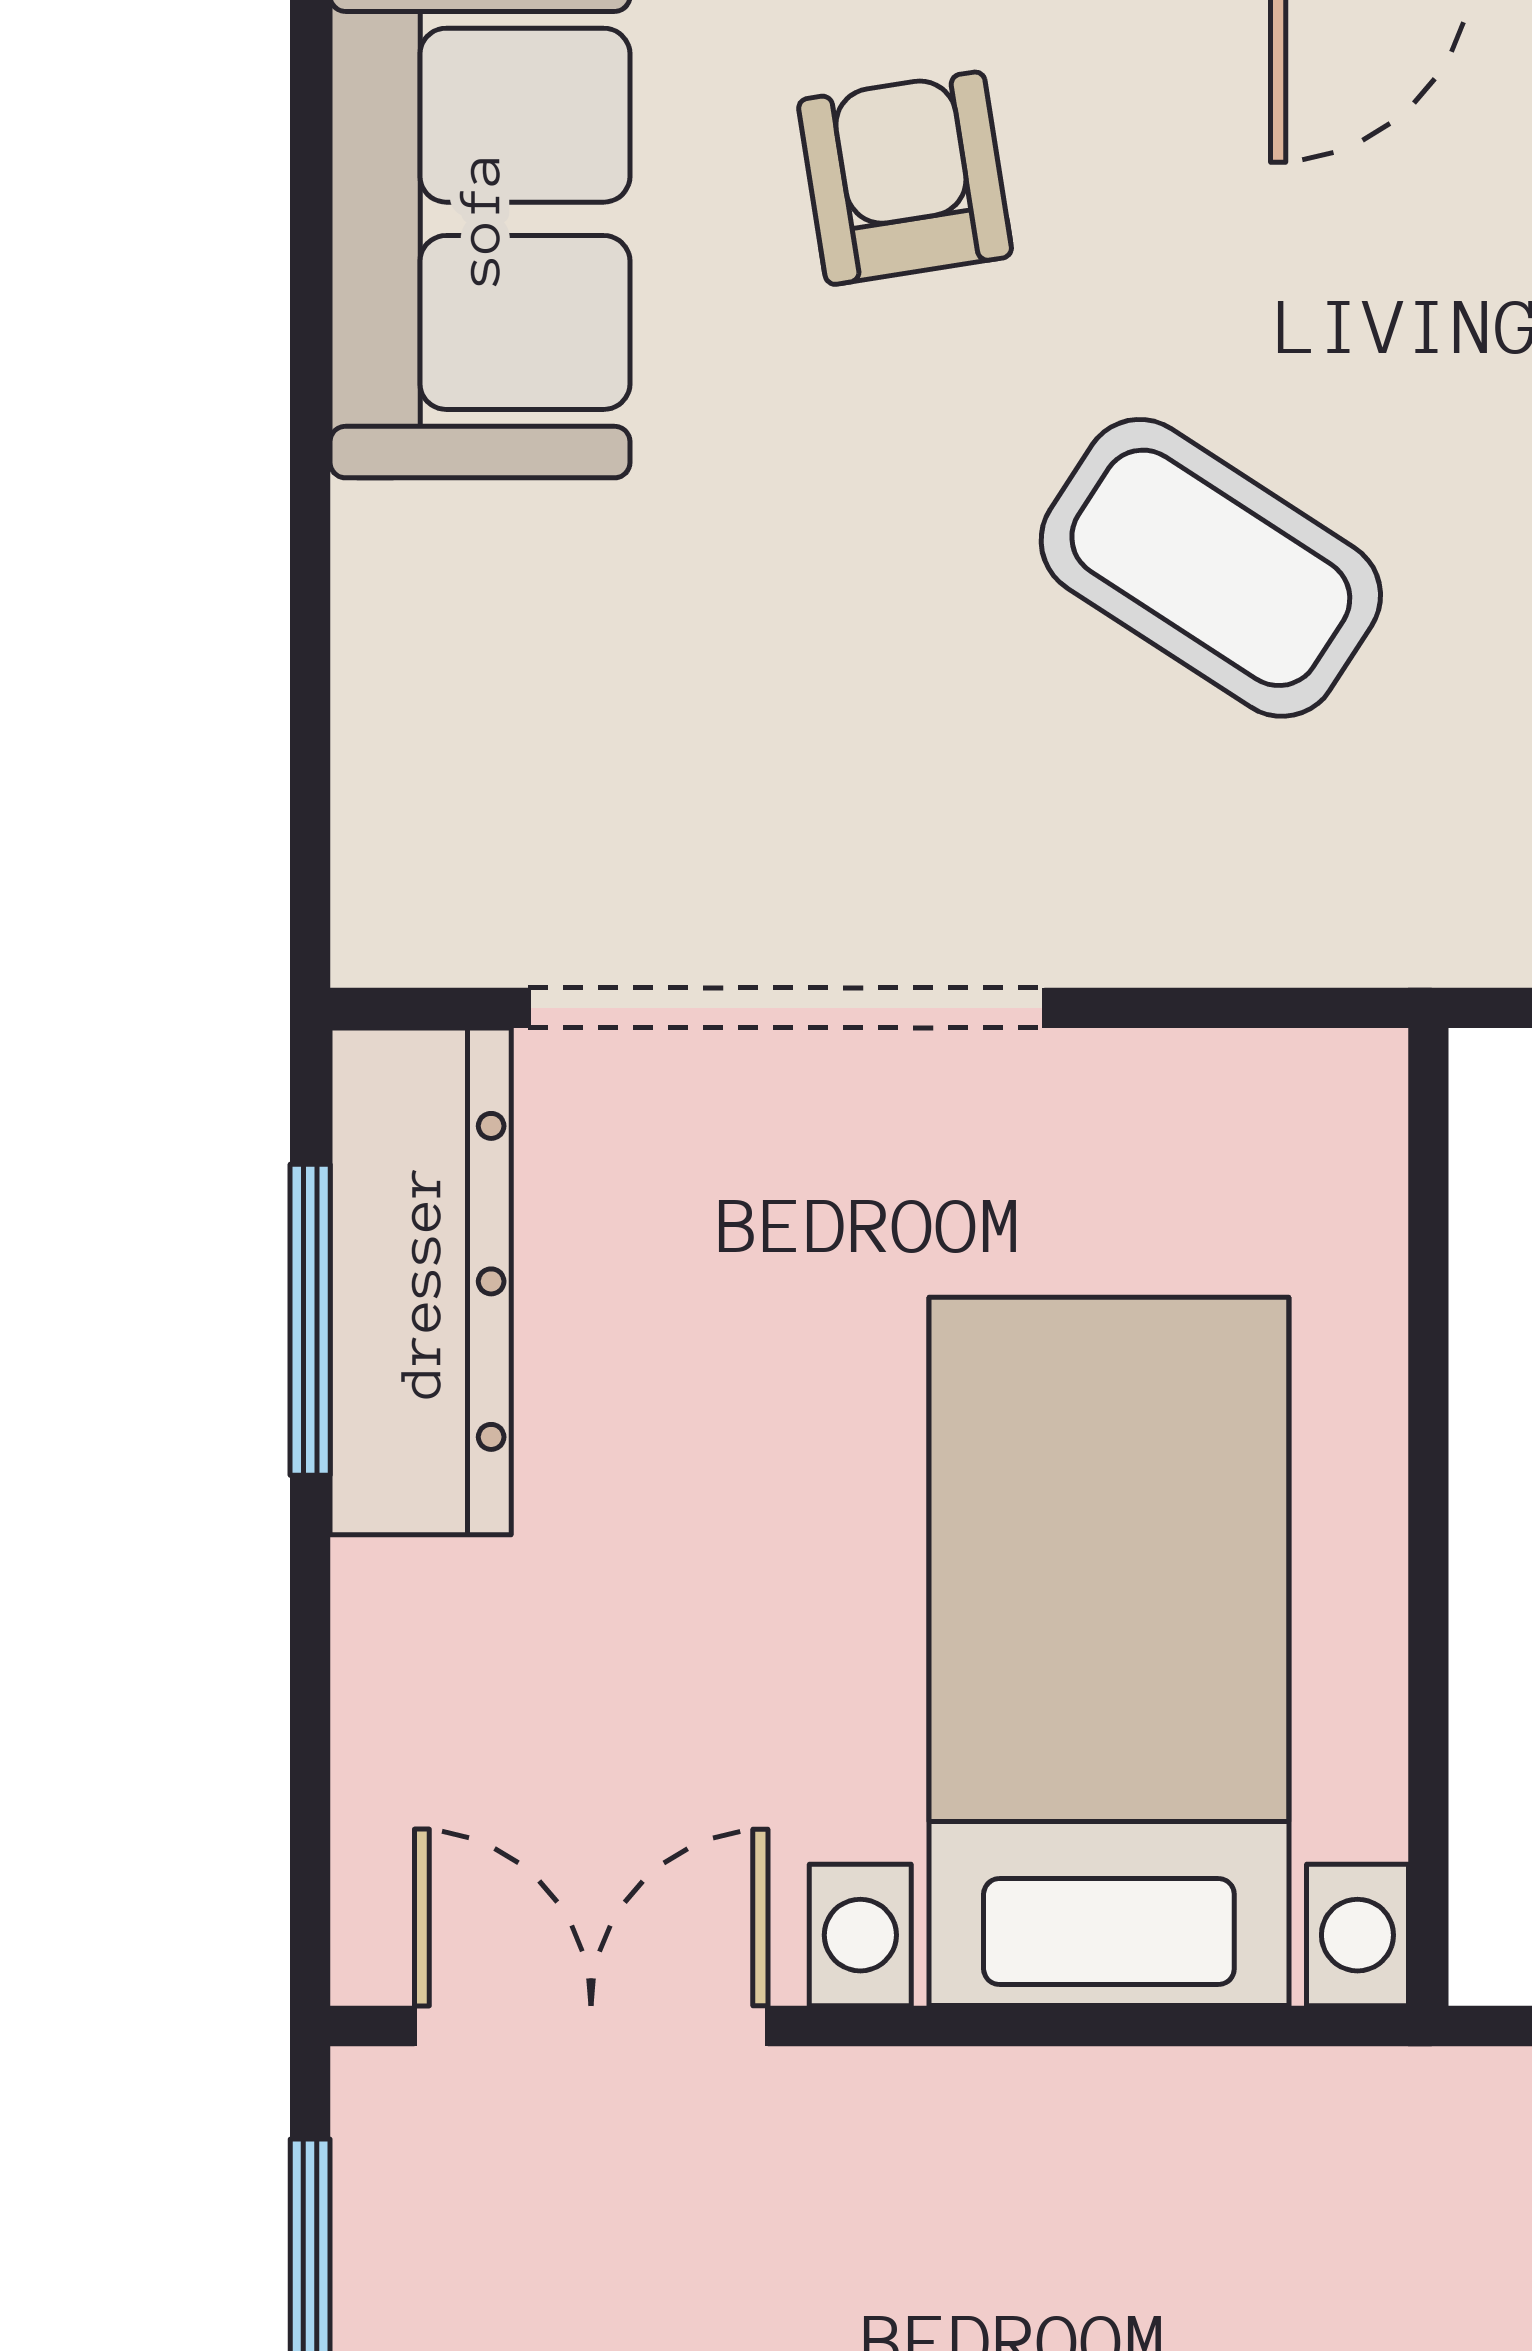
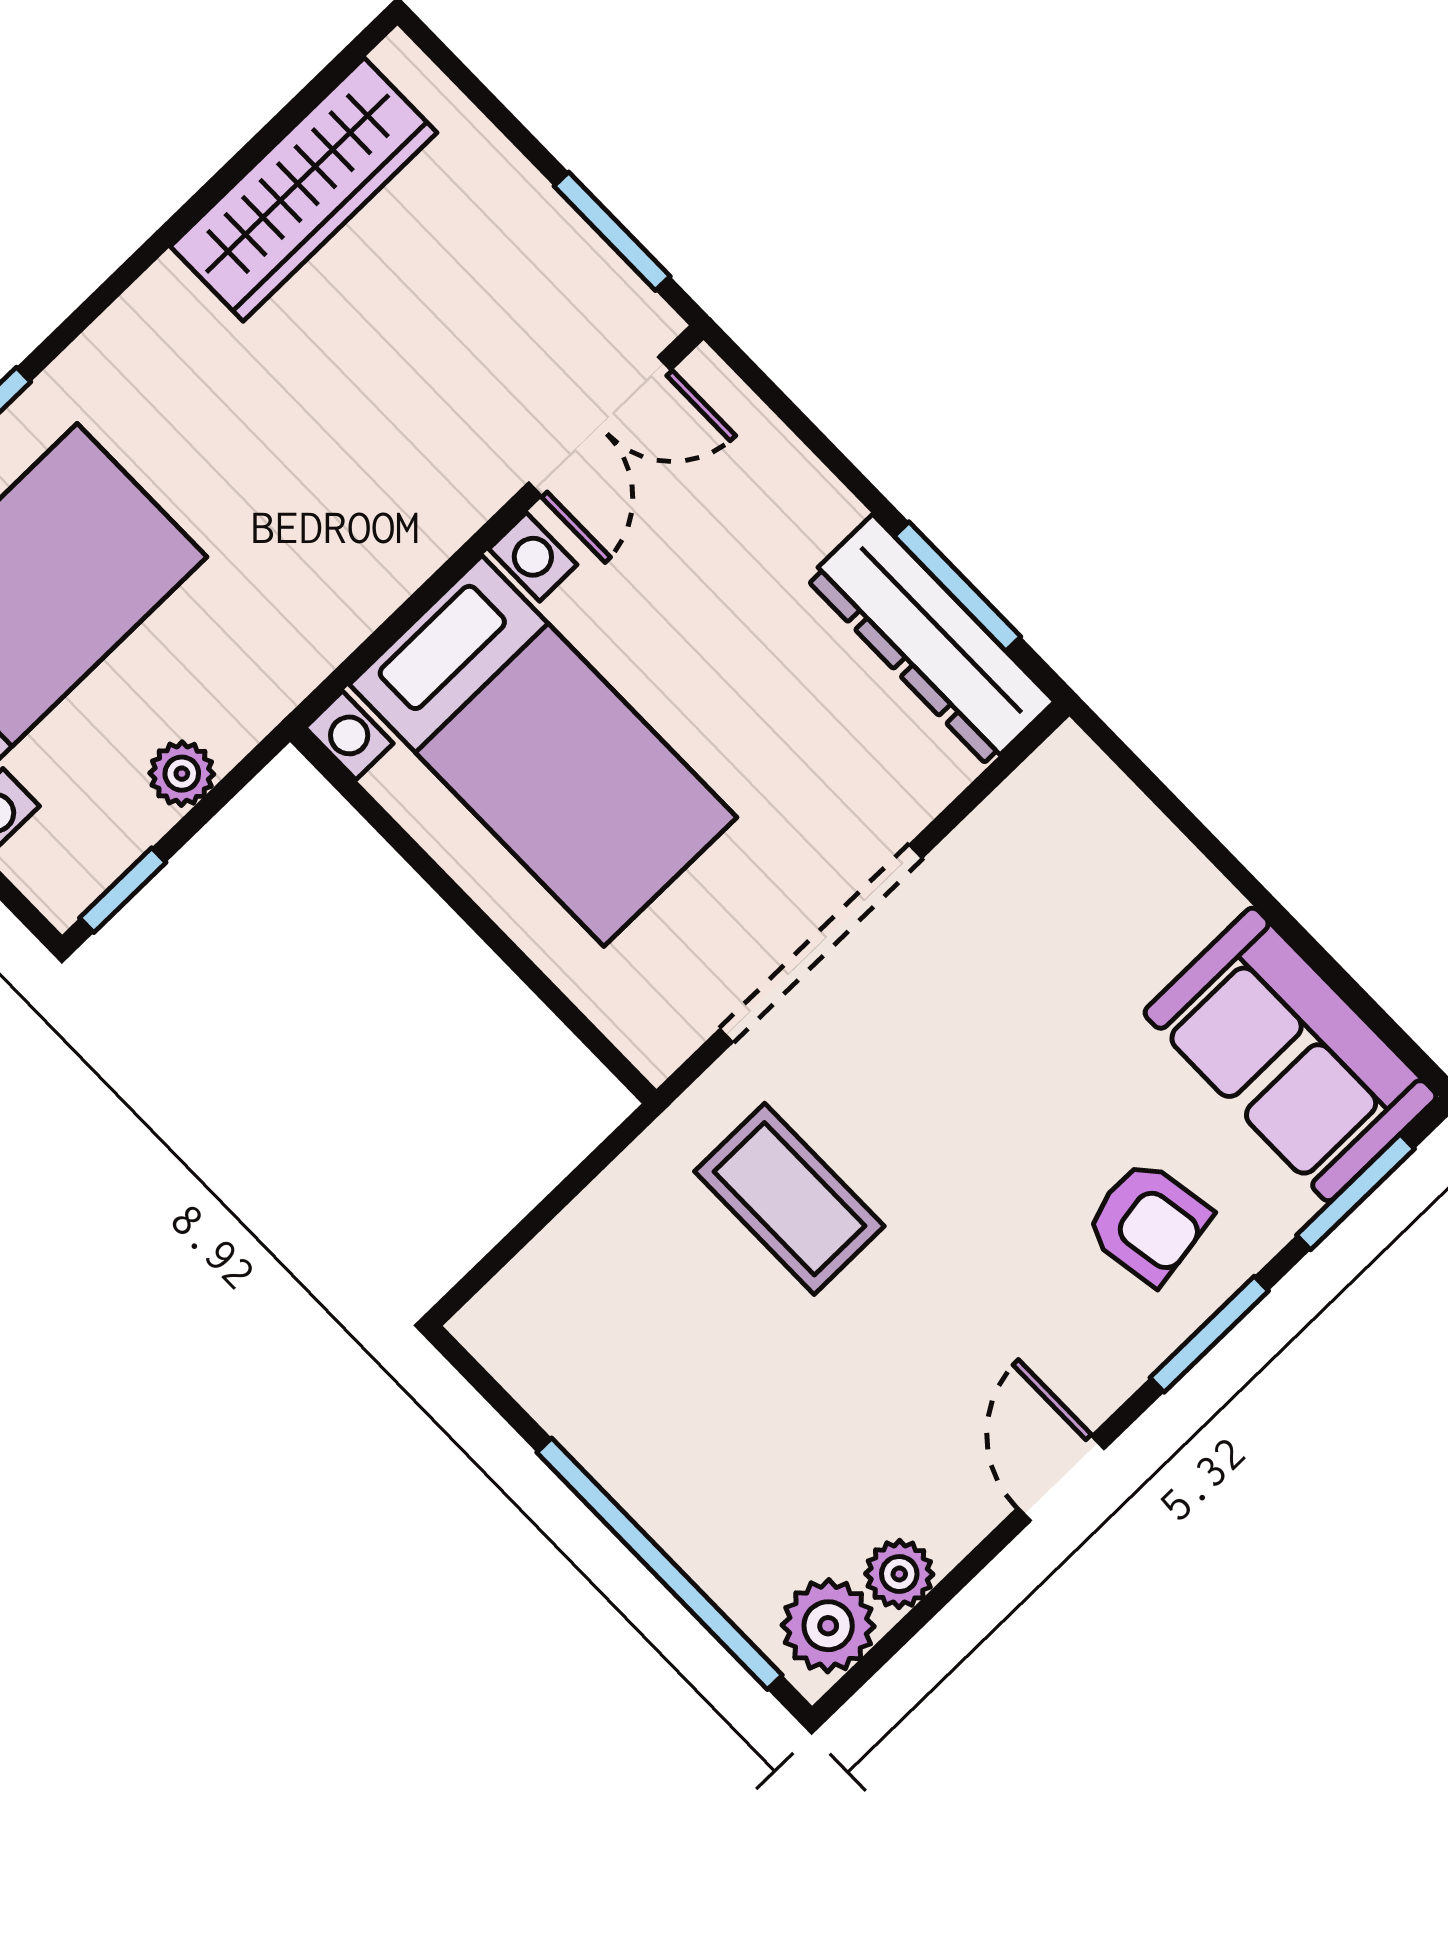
coffee table: (1211, 568) -> (789, 1199), moved, turned 57
doorway: (786, 1008) -> (821, 944), moved

